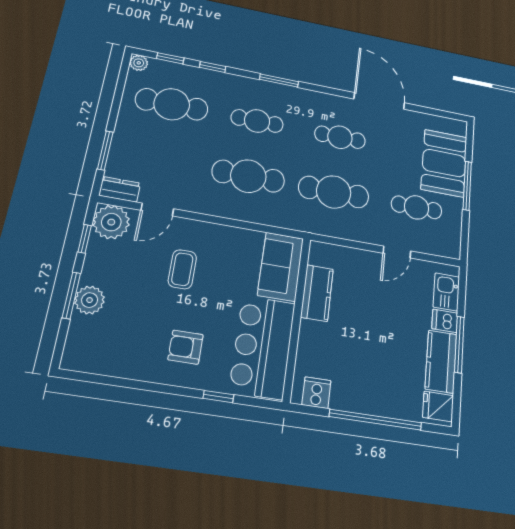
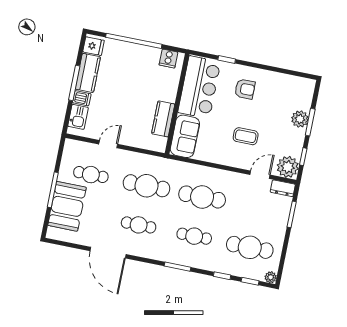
coffee table: (182, 269) -> (246, 136), turned 90

